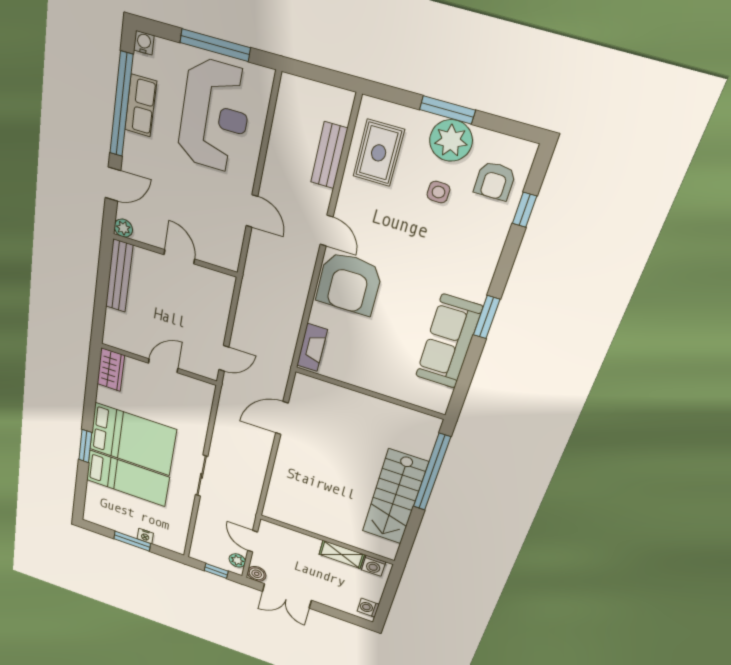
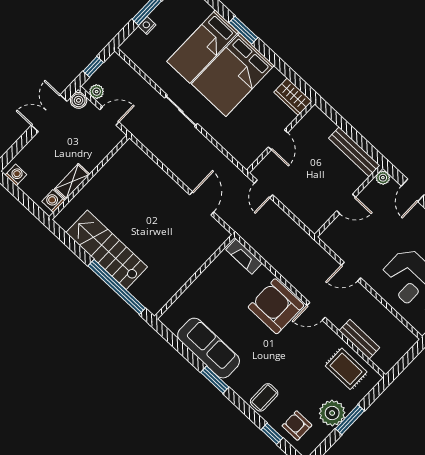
side table: (438, 192) -> (306, 391), removed
coffee table: (477, 244) -> (264, 397), added

